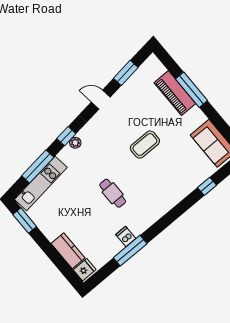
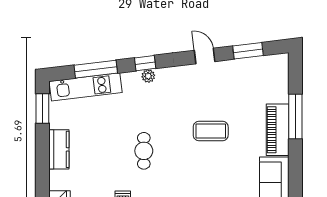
piano: (175, 93) -> (278, 130), moved
kitchen counter: (68, 251) -> (59, 149), moved

